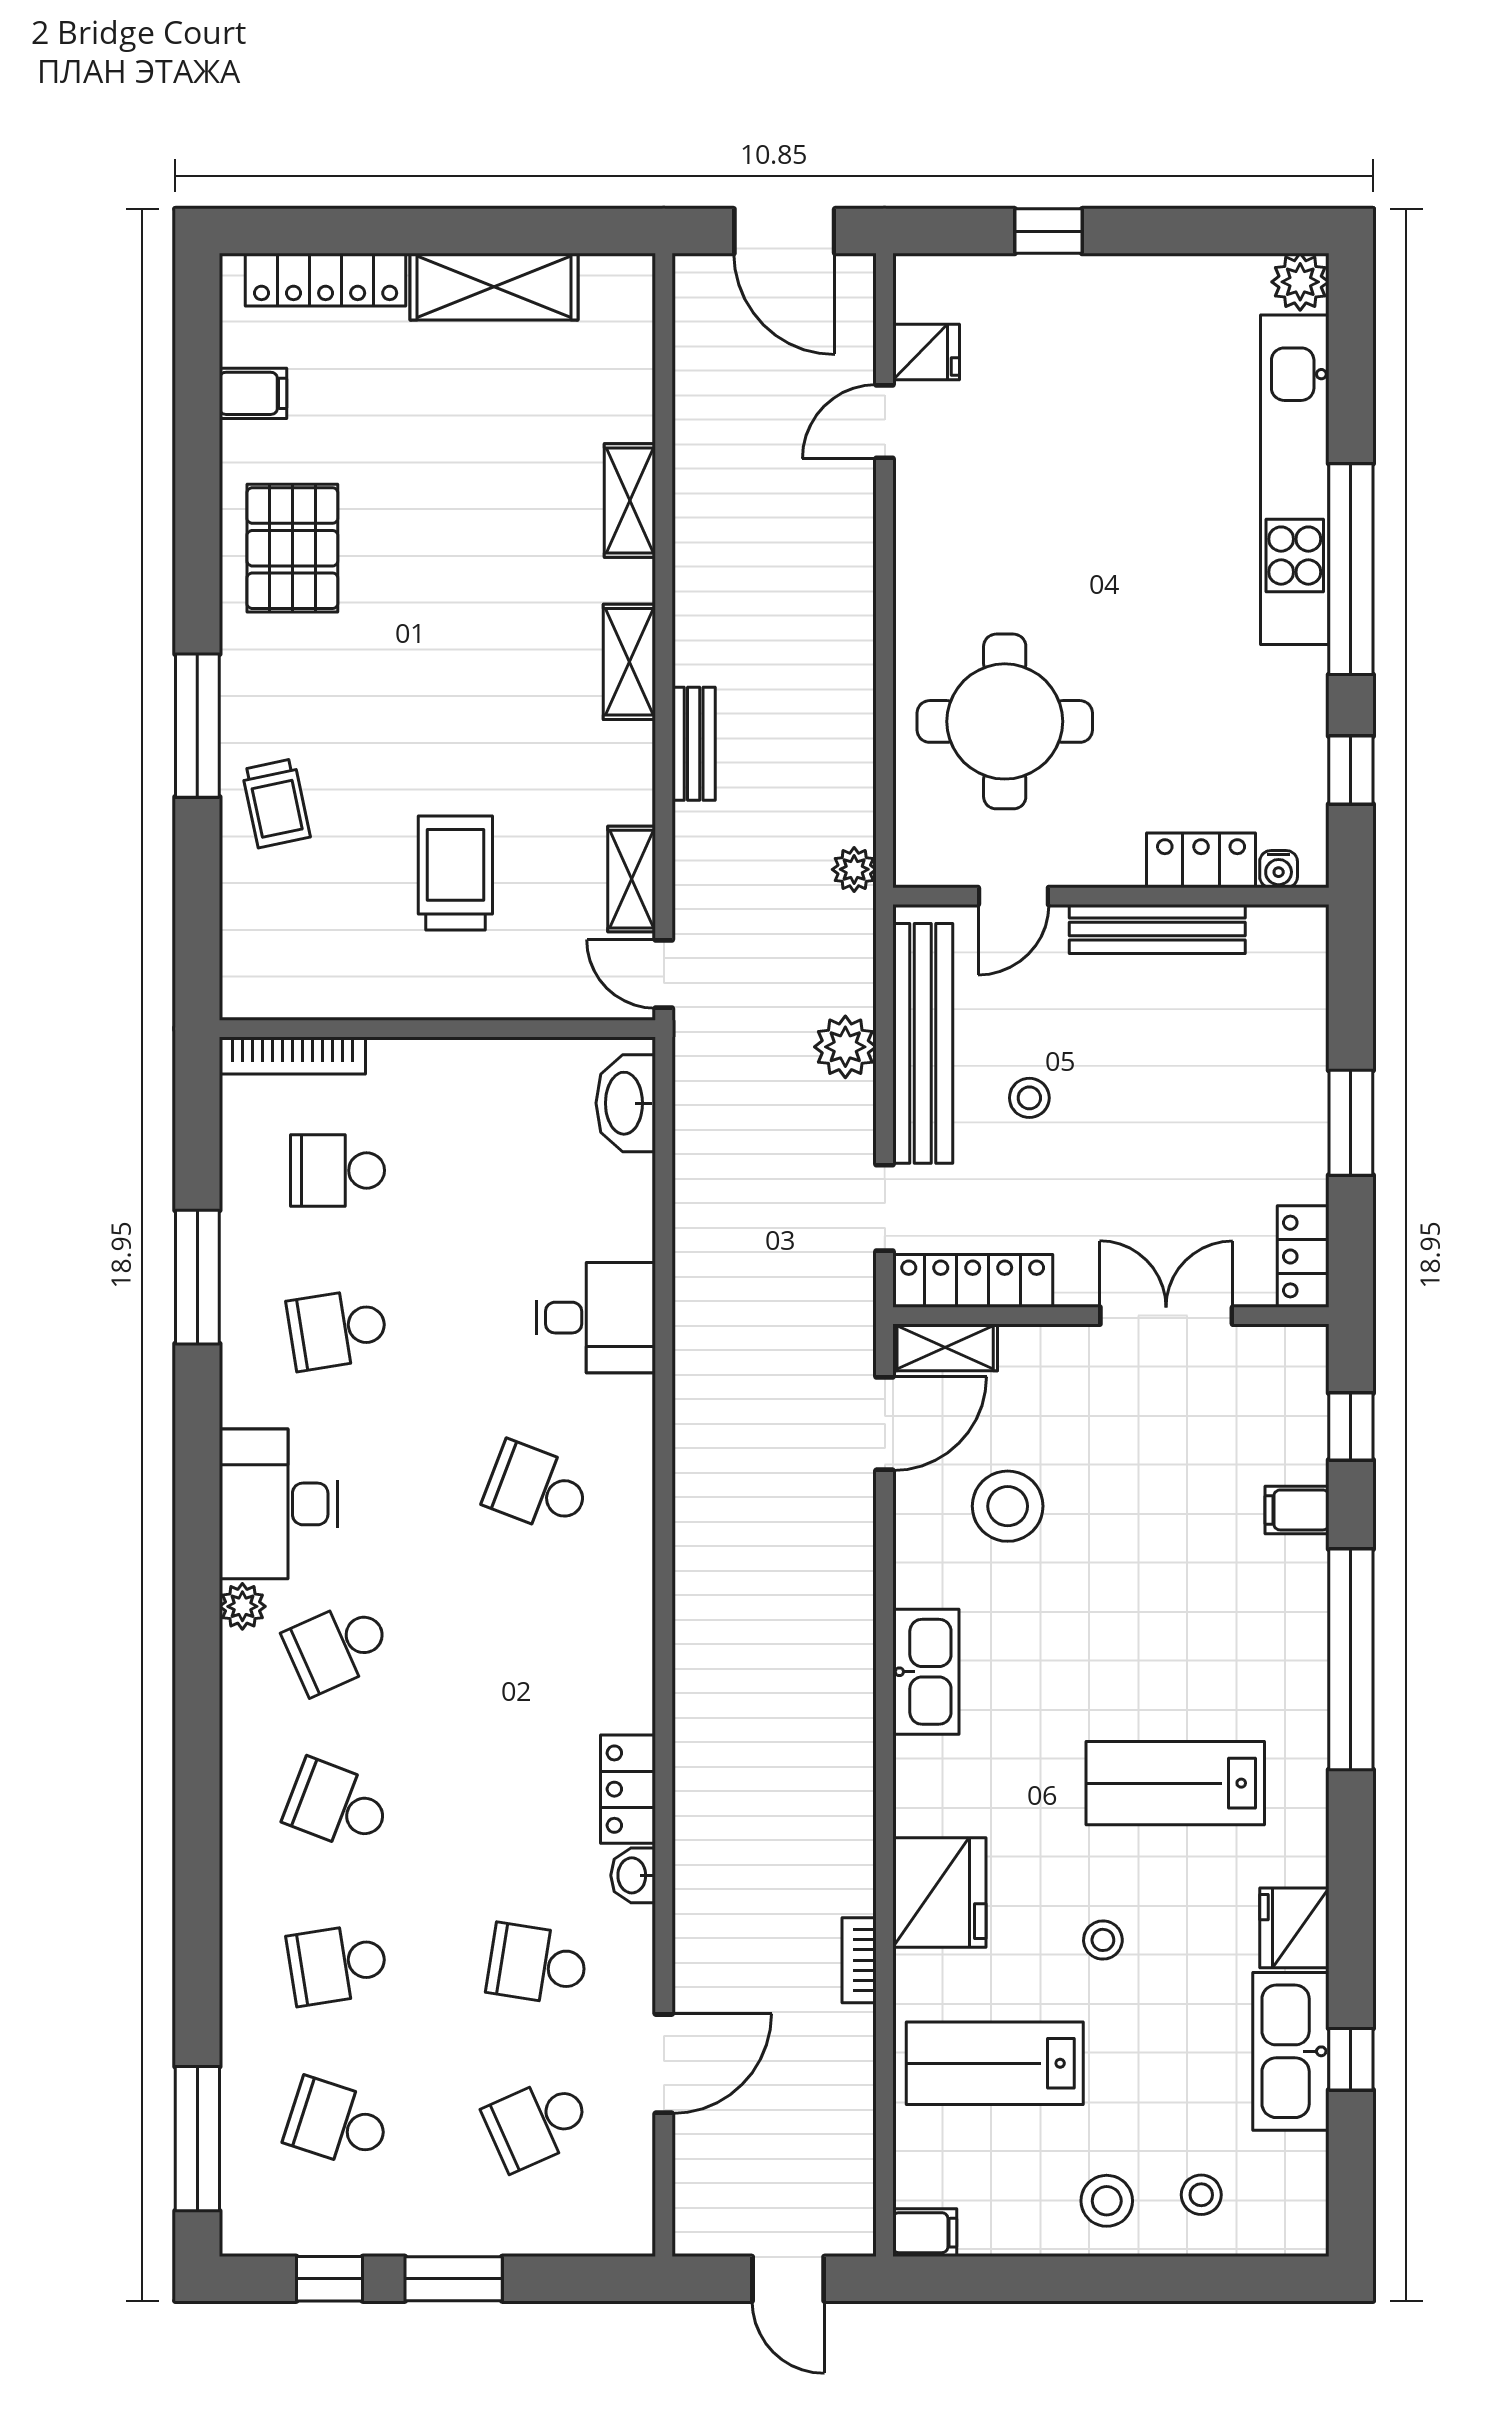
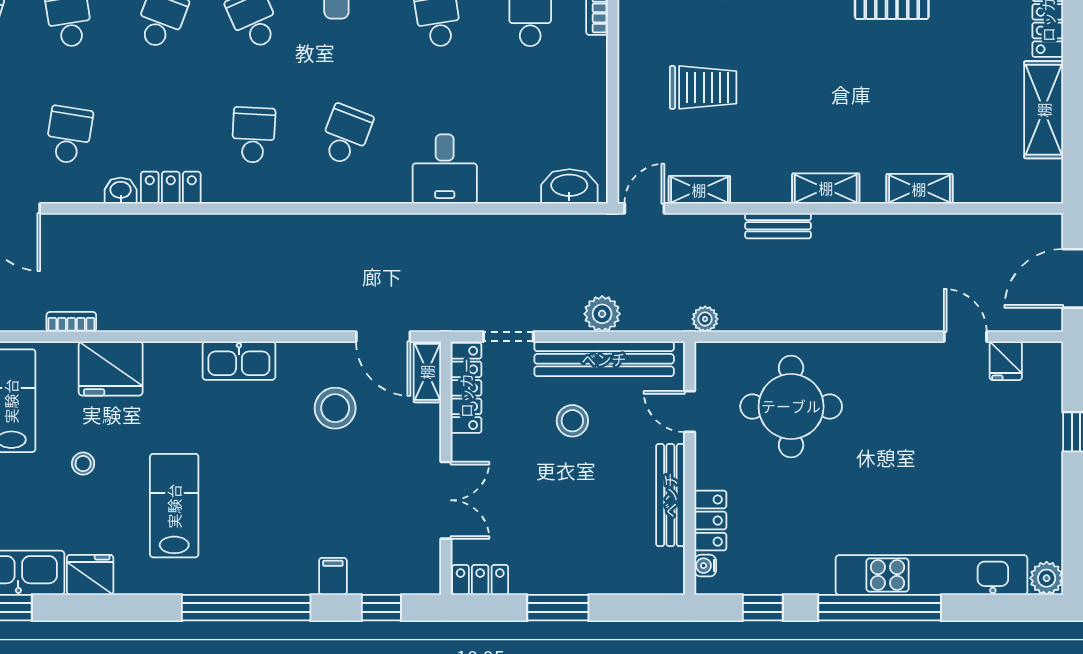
stool: (1029, 1098) -> (572, 421), width x1.37, depth x1.37
school desk: (537, 1647) -> (253, 135), added

